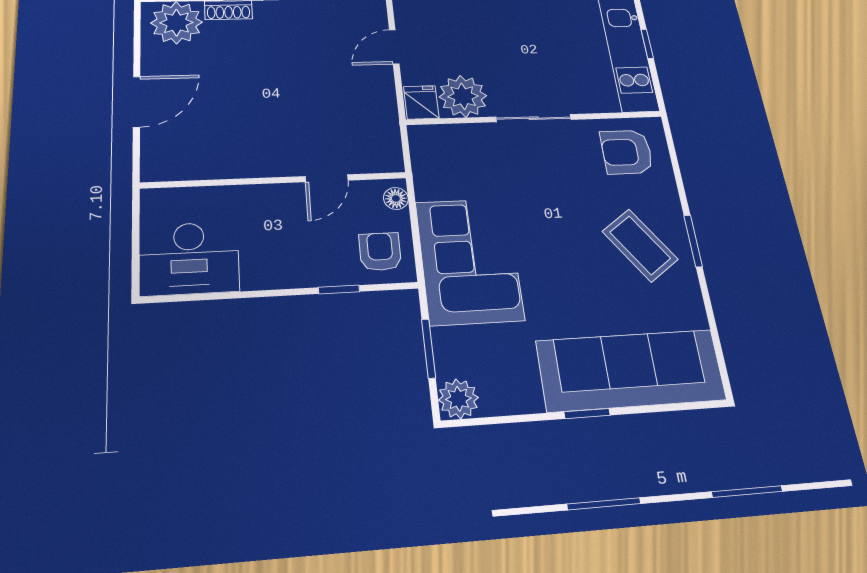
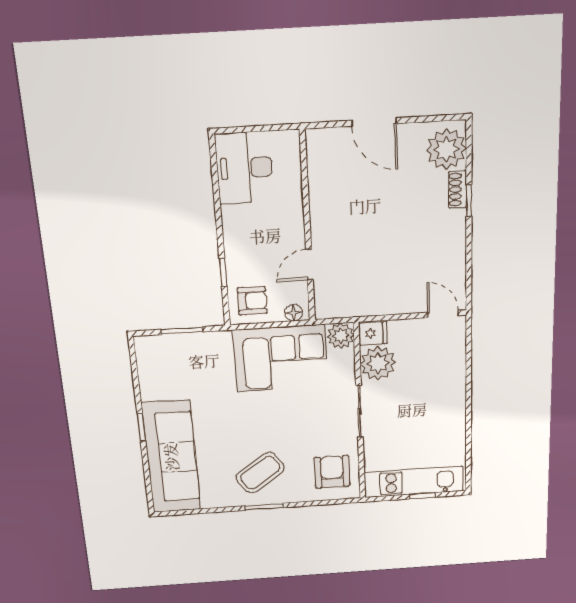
door: (394, 47) -> (443, 314), moved
door: (327, 178) -> (309, 265), hinge flipped
corner sofa: (469, 261) -> (281, 358), moved
plant: (458, 399) -> (341, 336), moved

